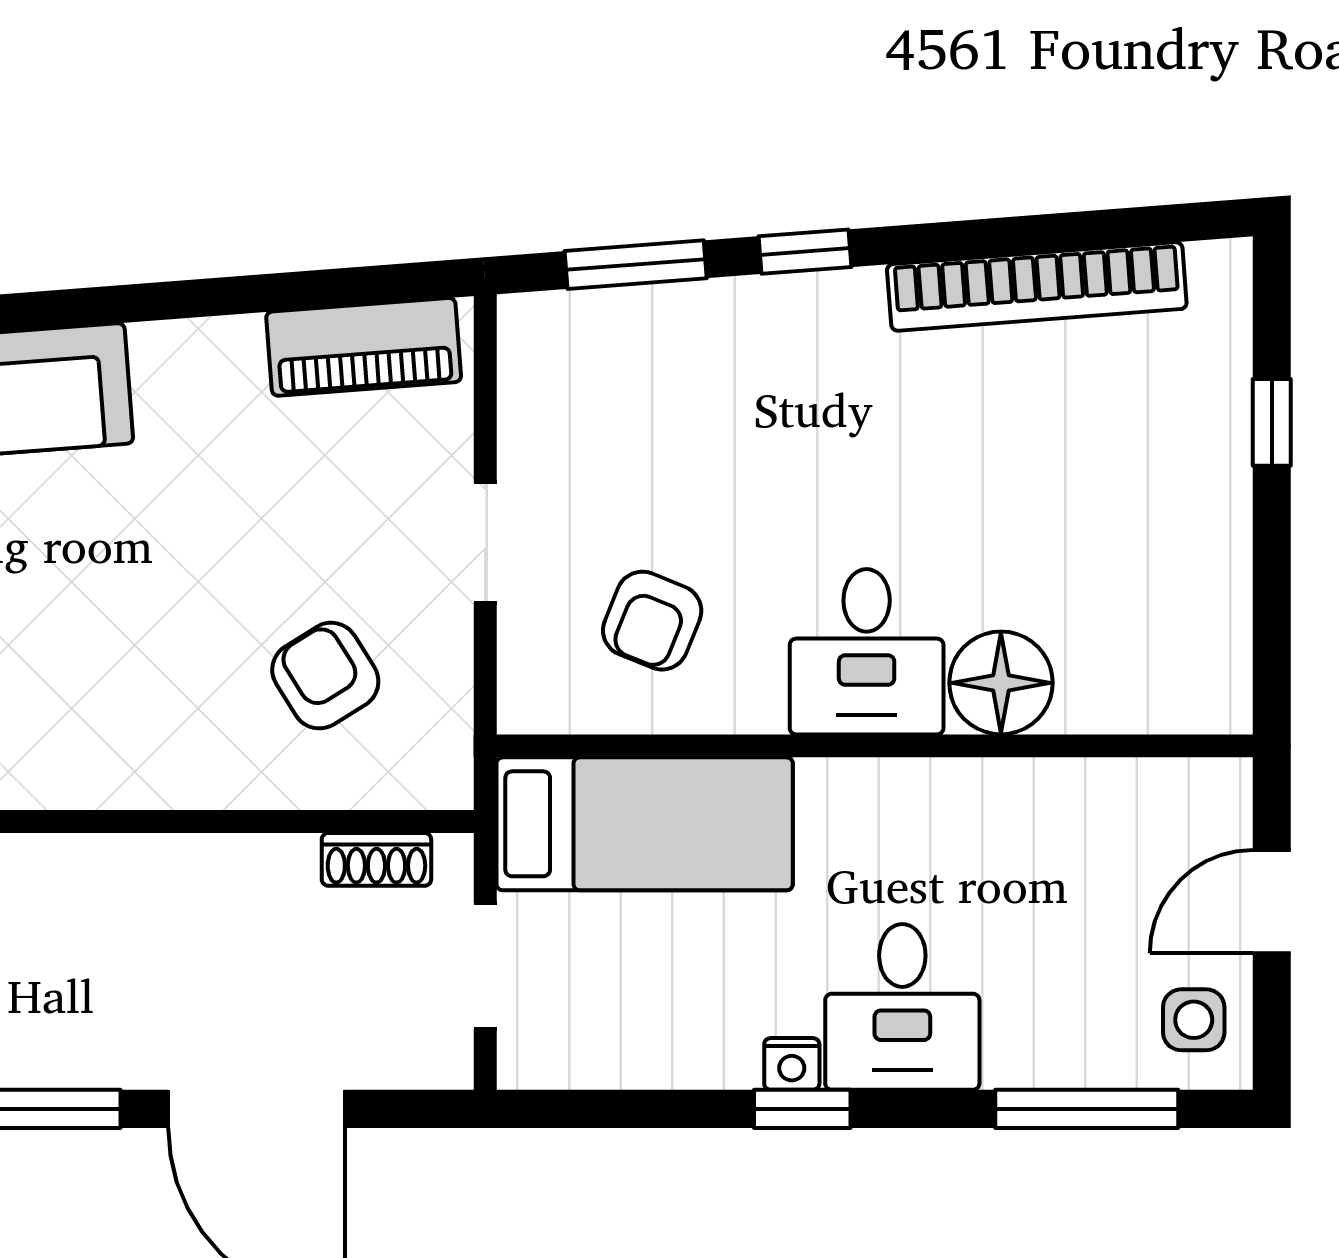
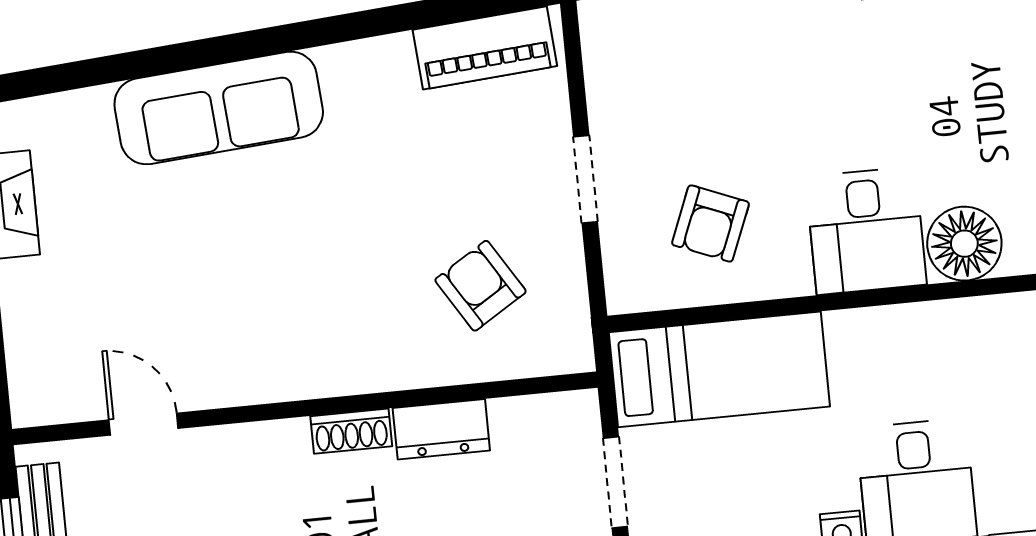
shoe rack: (376, 859) -> (351, 431), moved
dresser: (251, 869) -> (441, 429), added

